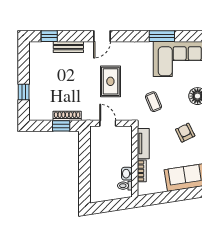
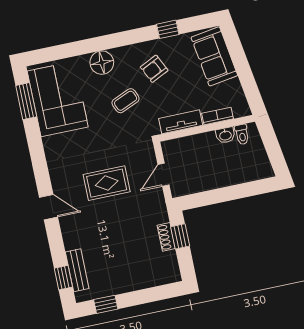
window: (162, 36) -> (26, 101), moved
bench: (68, 47) -> (77, 270), moved
window: (24, 92) -> (106, 304), moved
coffee table: (153, 102) -> (126, 101), moved
shoe rack: (67, 116) -> (166, 237), width x0.70

